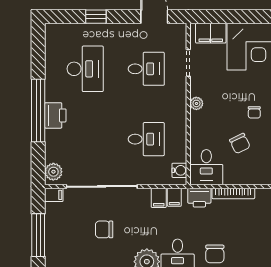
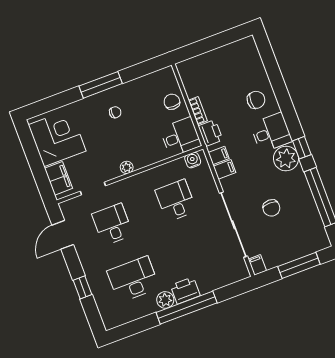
chair: (240, 143) -> (172, 102), moved, turned -64
plant: (53, 172) -> (165, 300), moved
bookcase: (233, 193) -> (198, 111), width x0.64

